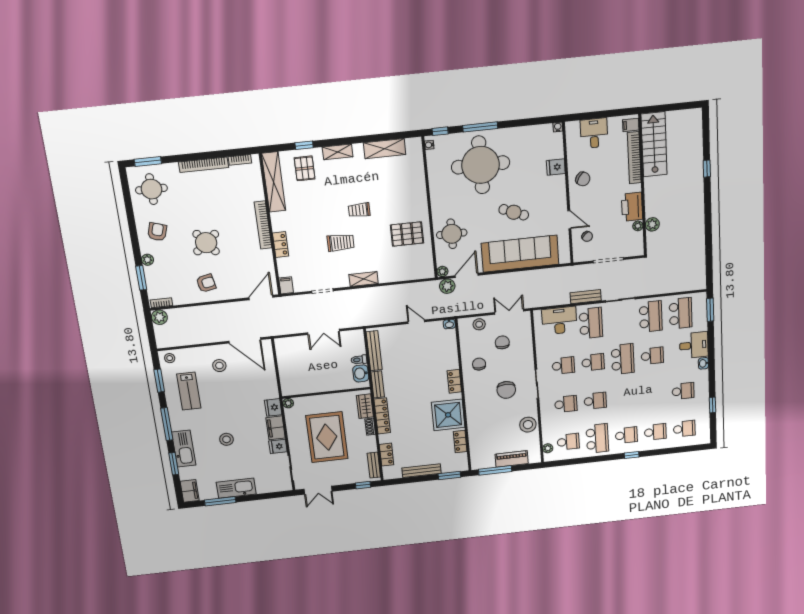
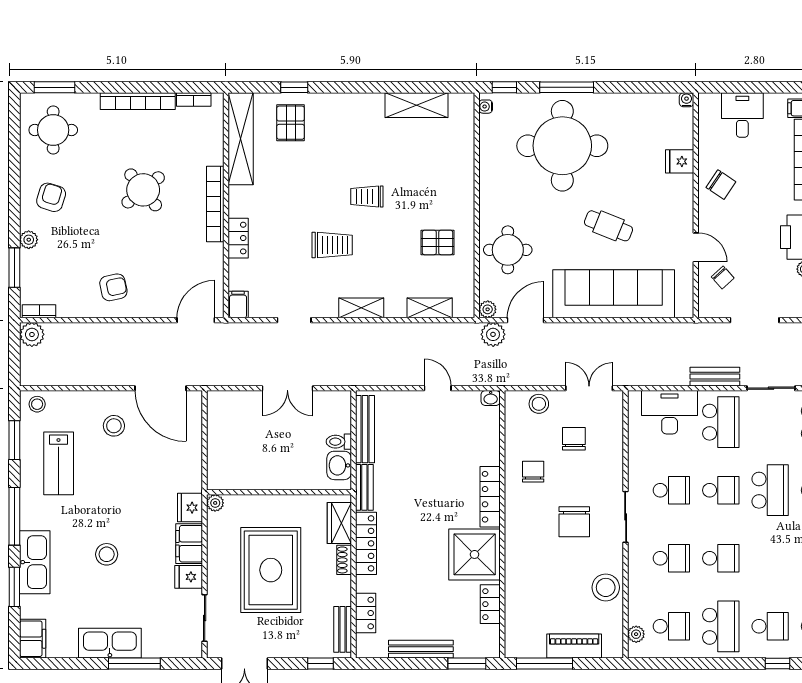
shelving: (338, 152) -> (430, 308), moved
pallet: (407, 234) -> (437, 242), width x0.67, depth x0.71
round table: (206, 243) -> (143, 190), moved
locker: (454, 381) -> (490, 497), width x1.53
window: (220, 501) -> (134, 663), moved

